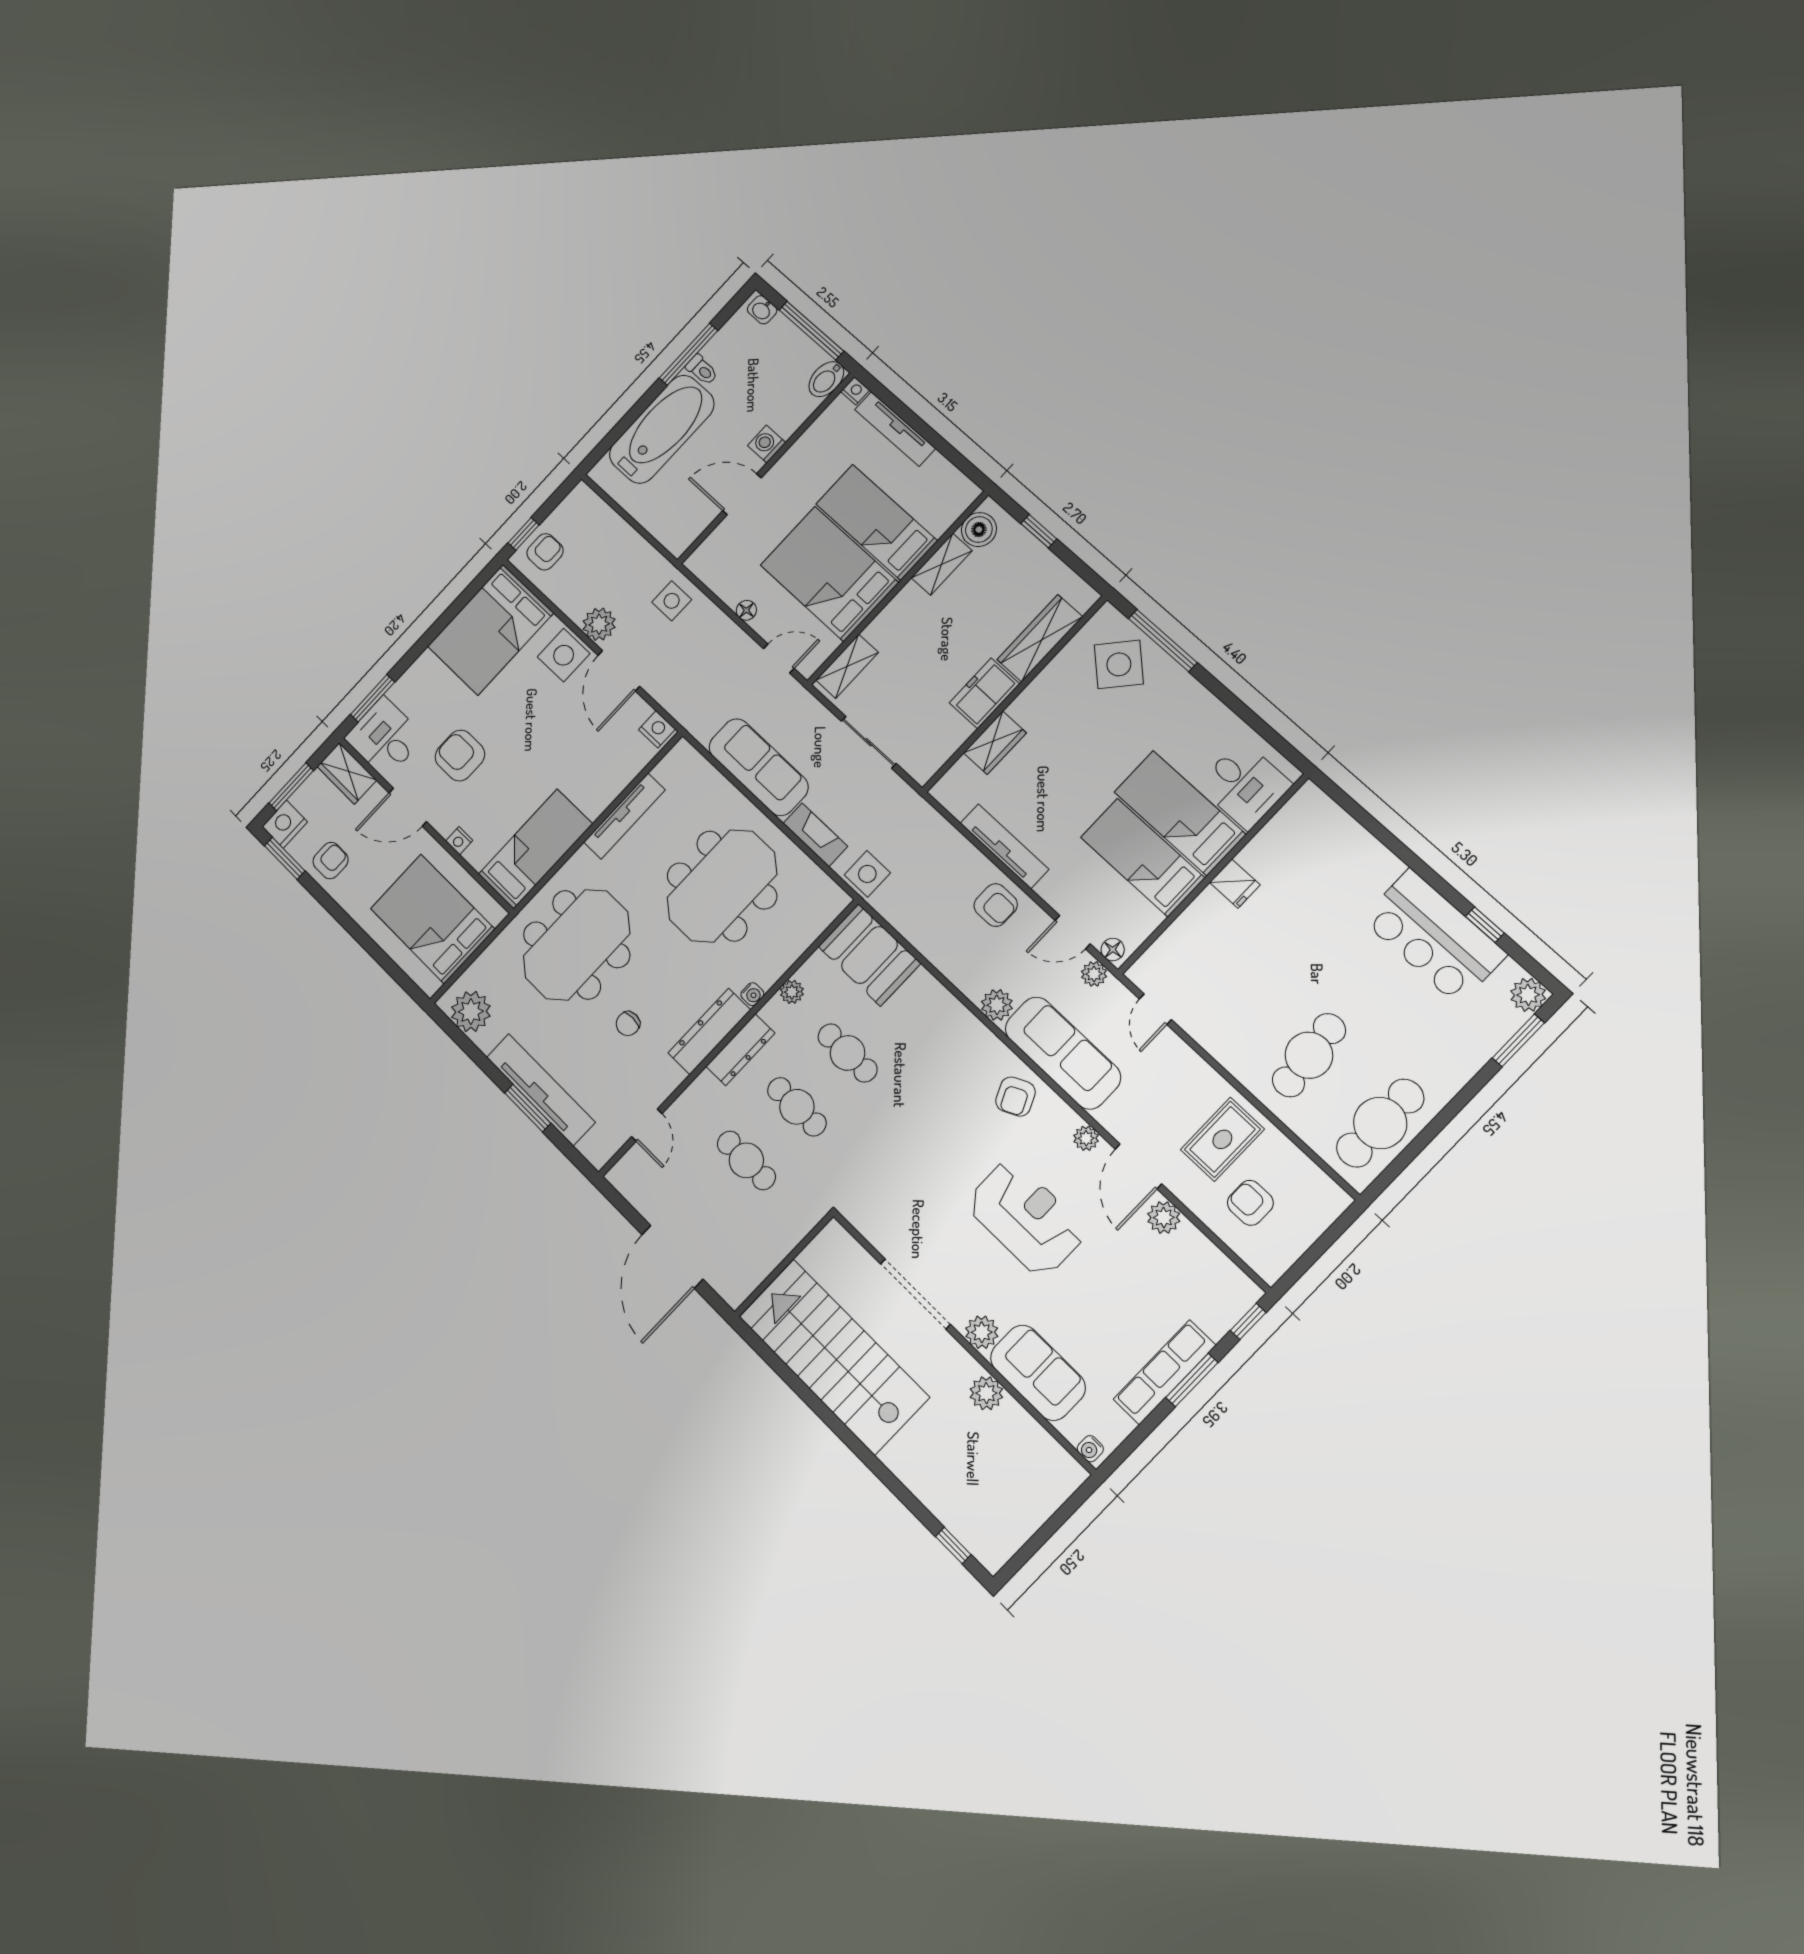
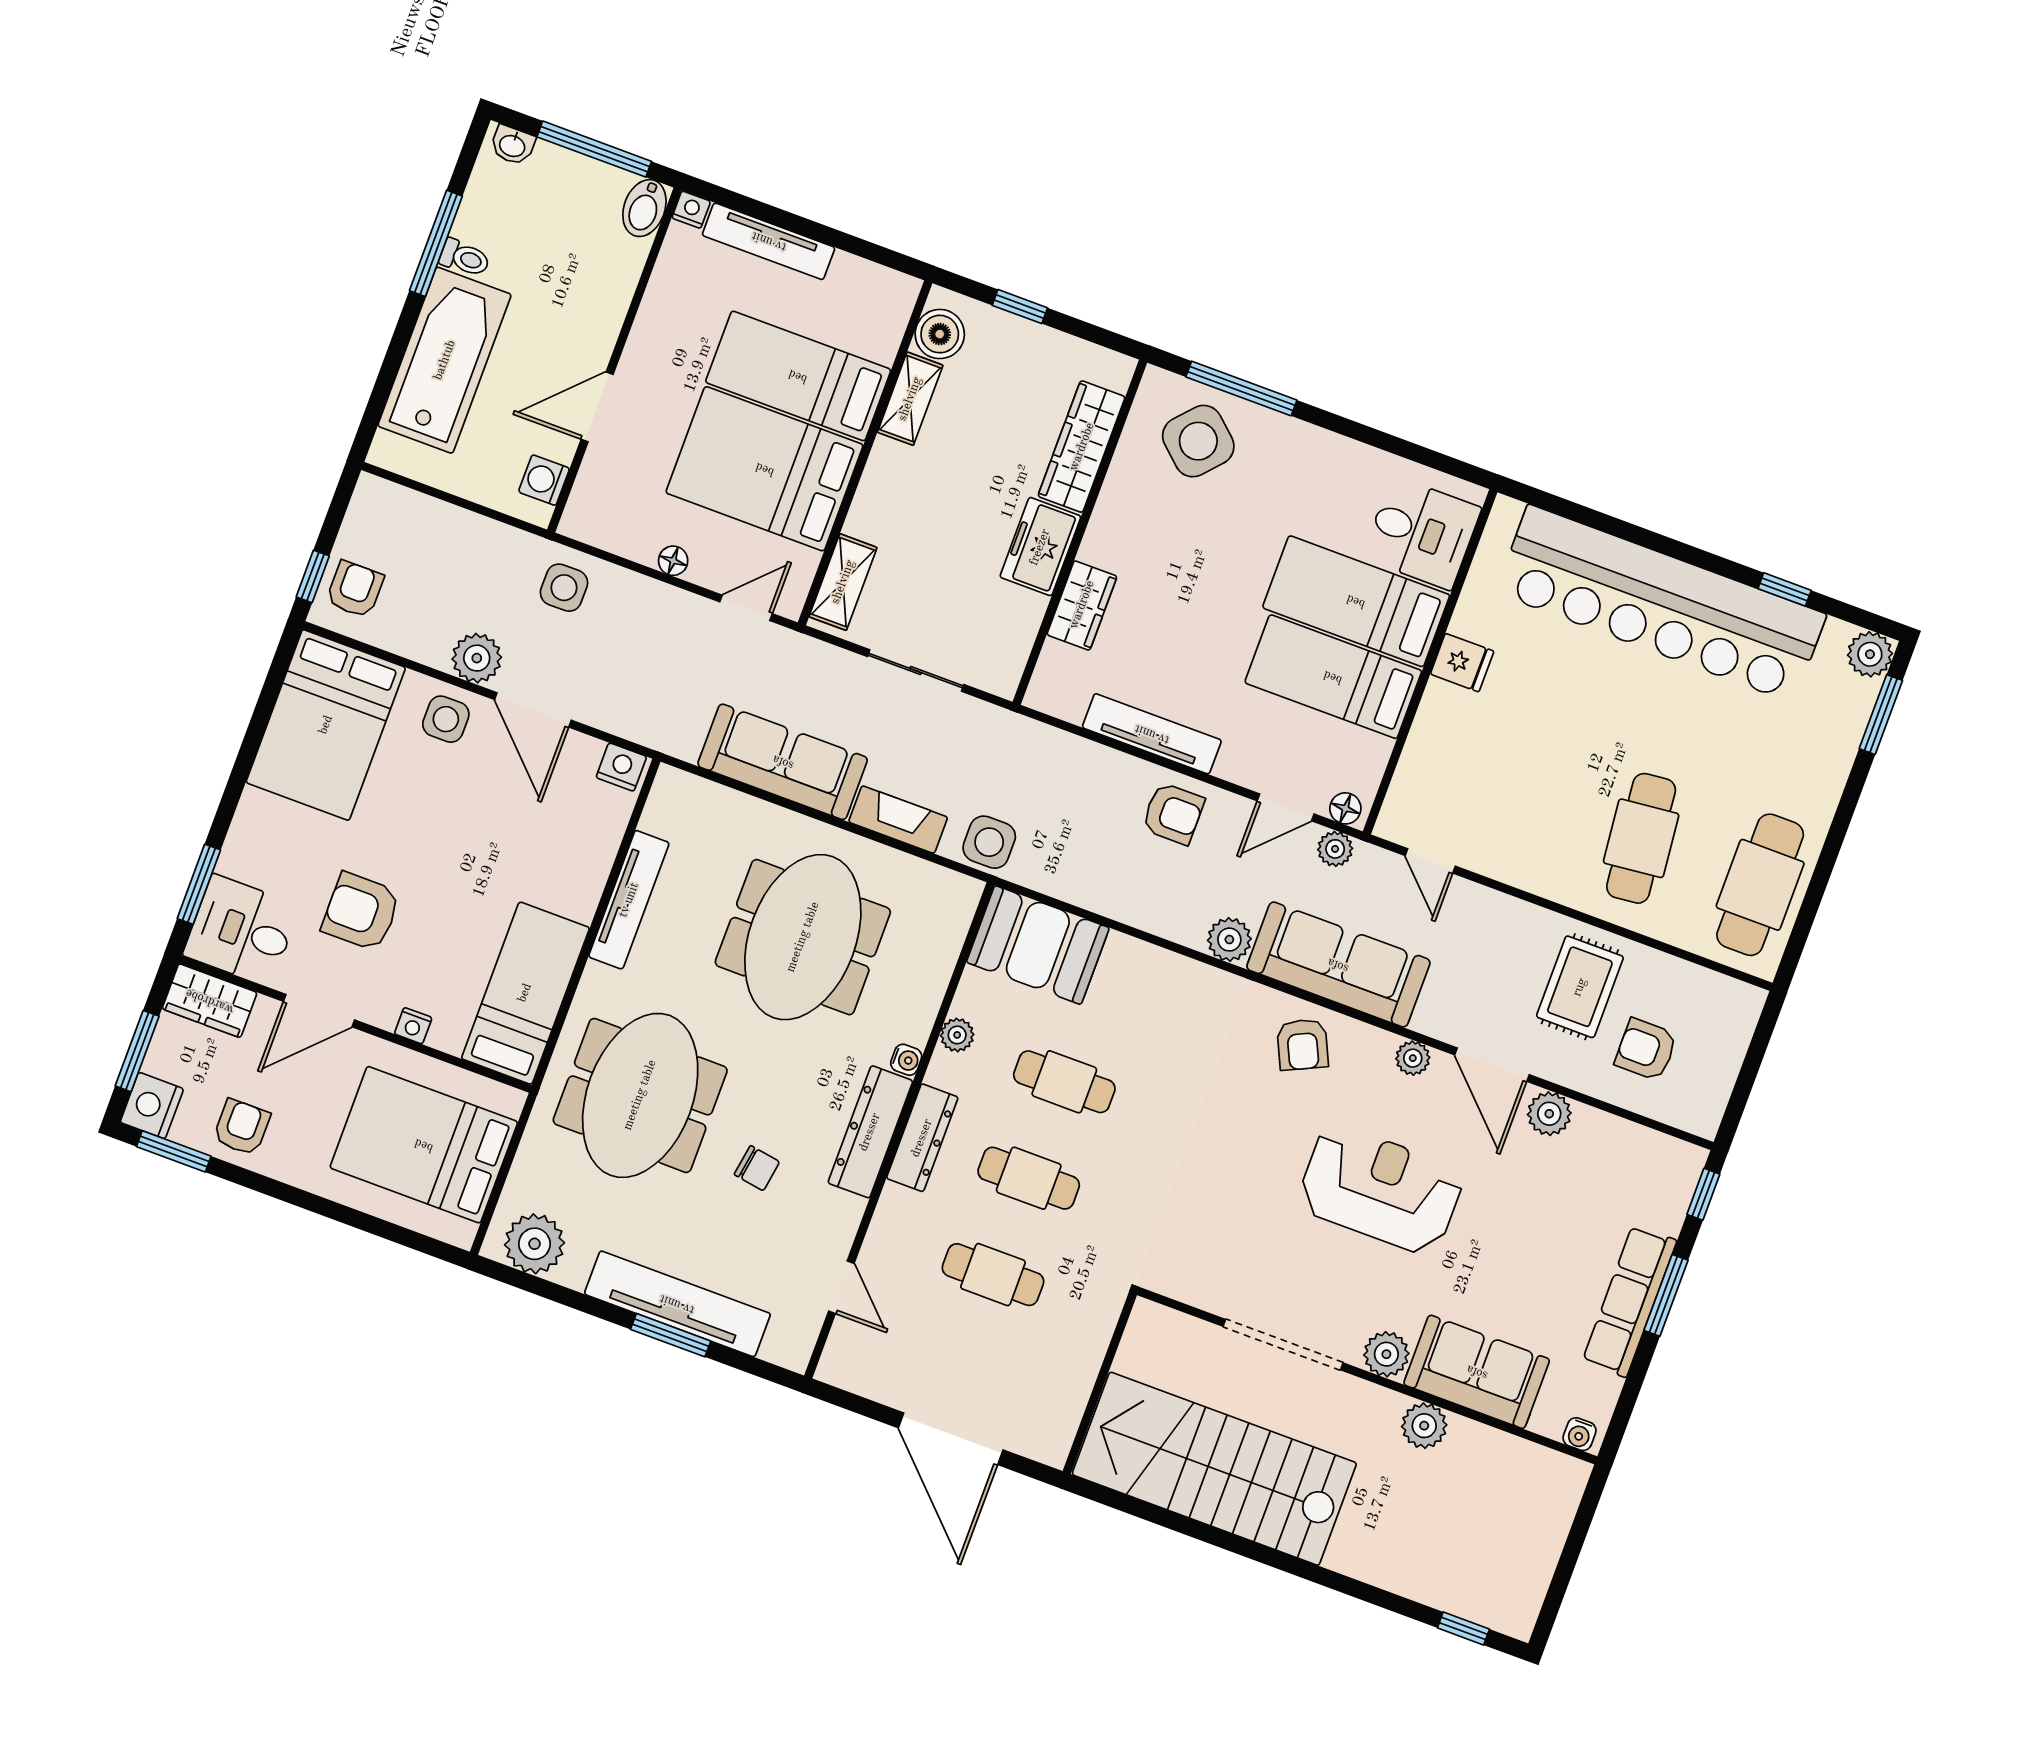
washing machine: (767, 444) -> (544, 480), moved
side table: (564, 655) -> (446, 719), width x0.73, depth x0.73
bar counter: (1434, 937) -> (1661, 604), width x1.86
chair: (628, 1024) -> (757, 1168), turned -81

